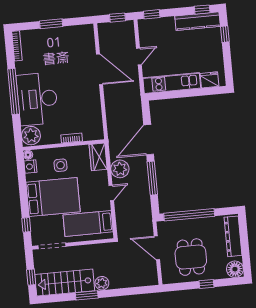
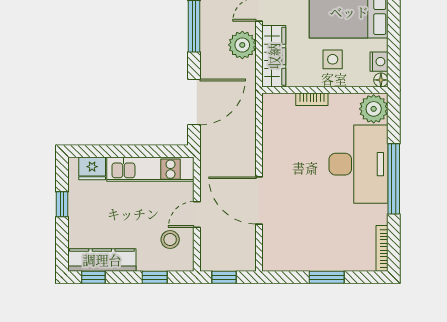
window: (152, 14) -> (155, 277), moved
window: (225, 34) -> (62, 204), moved
stool: (155, 39) -> (170, 240), added
door: (149, 140) -> (194, 102), moved
wardrobe: (98, 157) -> (274, 56), width x1.50

